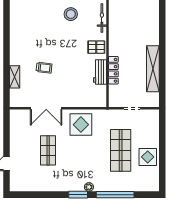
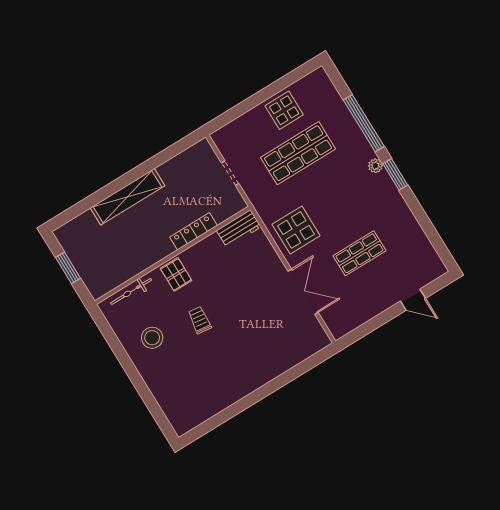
trolley: (44, 68) -> (200, 320), moved
shelving: (153, 69) -> (127, 197), moved
workbench: (100, 72) -> (239, 229), moved
shelving: (15, 77) -> (287, 362), removed

